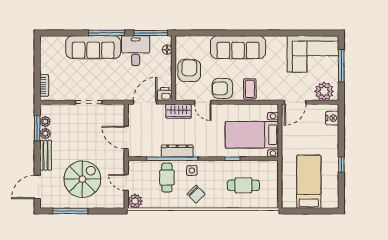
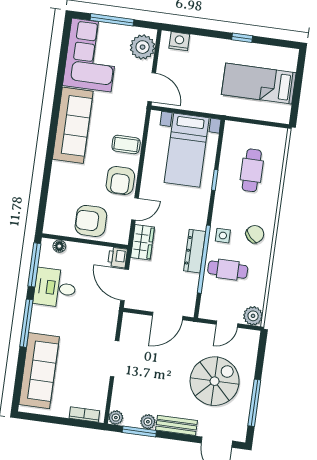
sofa: (93, 47) -> (39, 371), moved
sofa: (238, 47) -> (73, 125), moved
plant: (45, 122) -> (116, 418), moved
spiral stairs: (82, 179) -> (215, 381), turned 90

